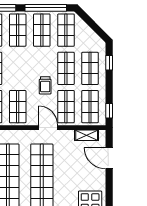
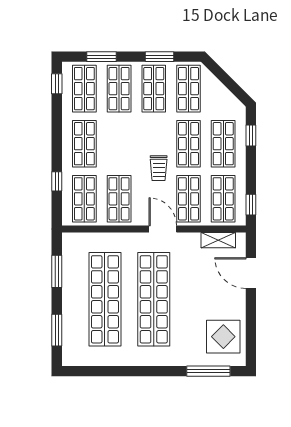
window: (46, 8) -> (159, 57), width x0.47

